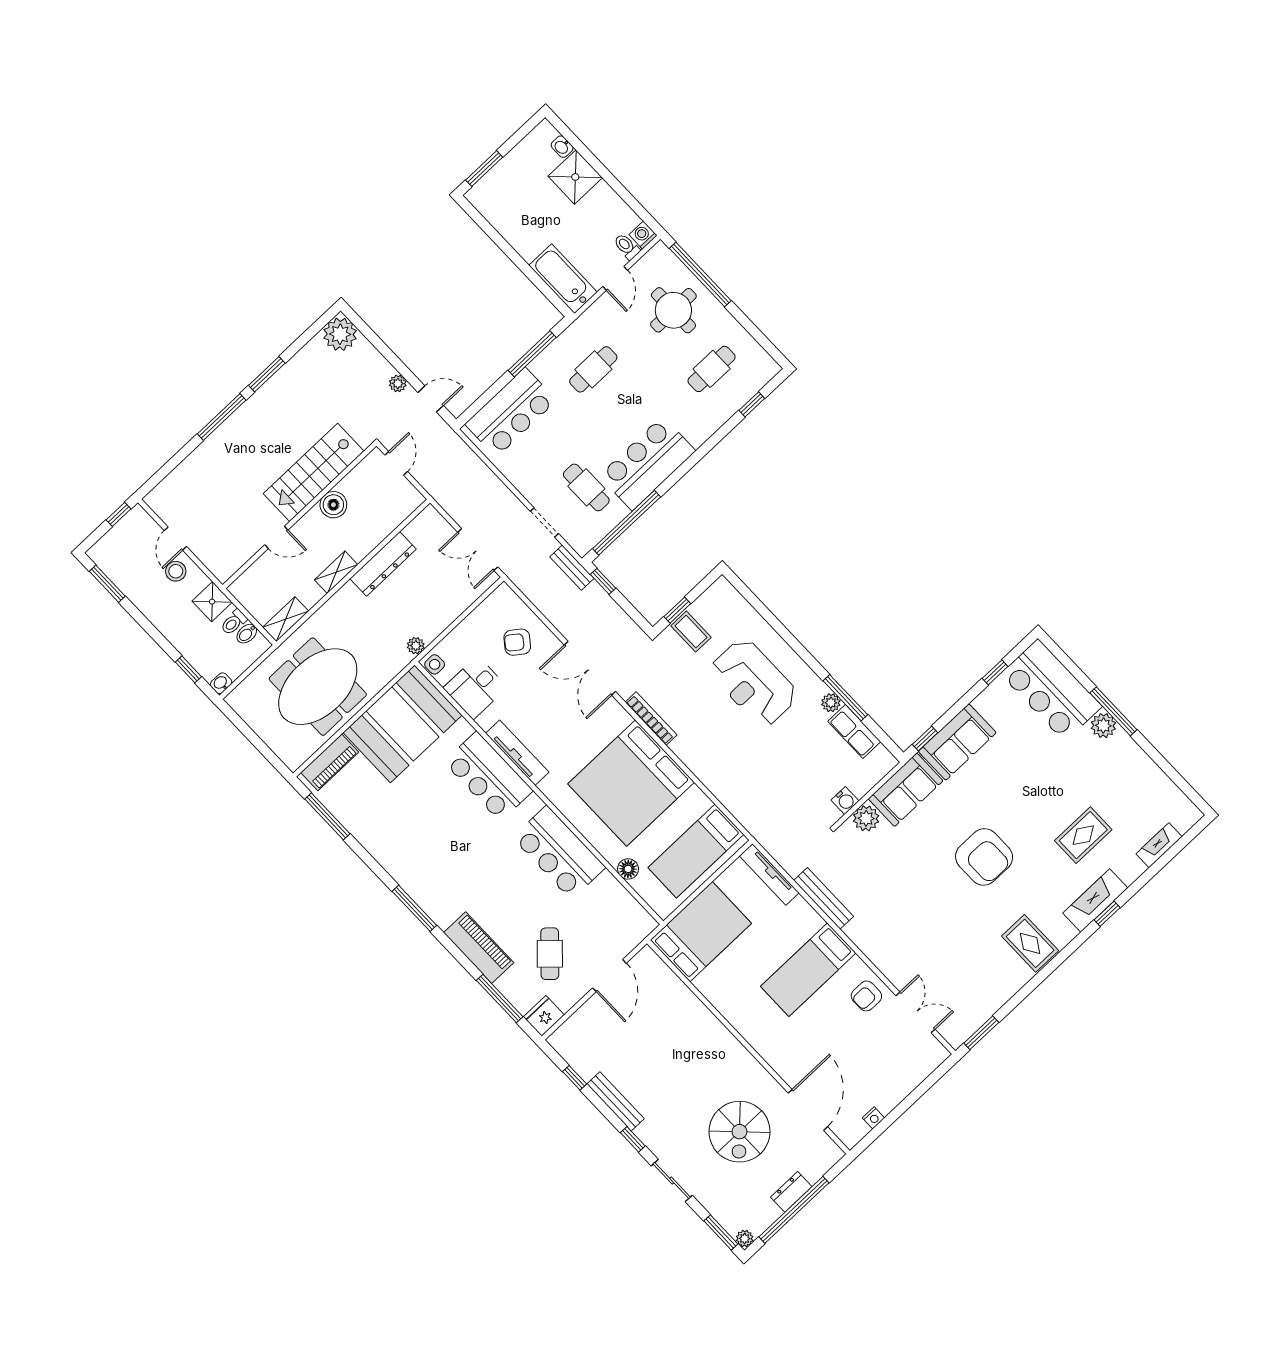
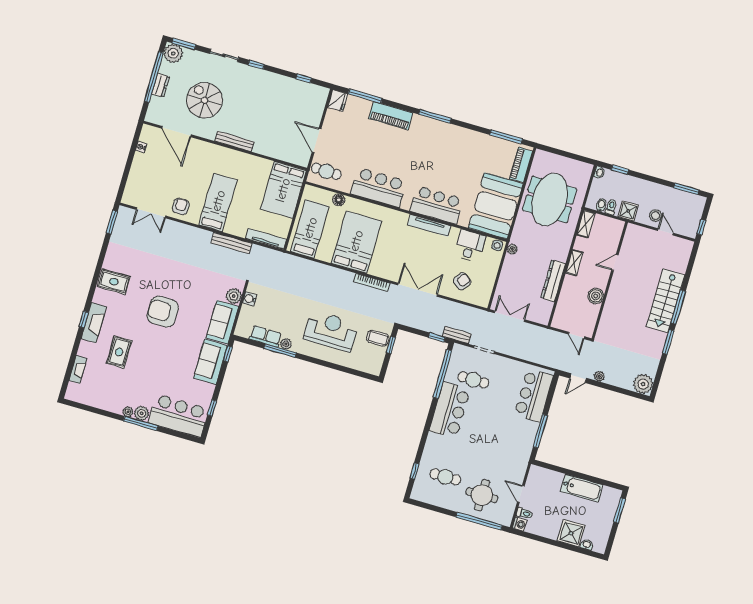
bathtub: (563, 279) -> (582, 488), moved
cafe table: (593, 369) -> (505, 441), removed
cafe table: (712, 369) -> (445, 477), turned 90
stairs: (314, 472) -> (666, 301), moved, turned 180
plant: (1122, 740) -> (128, 412), added
bed: (631, 783) -> (356, 242), width x0.73
cafe table: (550, 954) -> (326, 171), moved, turned -42
bench: (615, 1101) -> (234, 141), moved
plant: (745, 1238) -> (173, 53), width x1.87, depth x1.87

